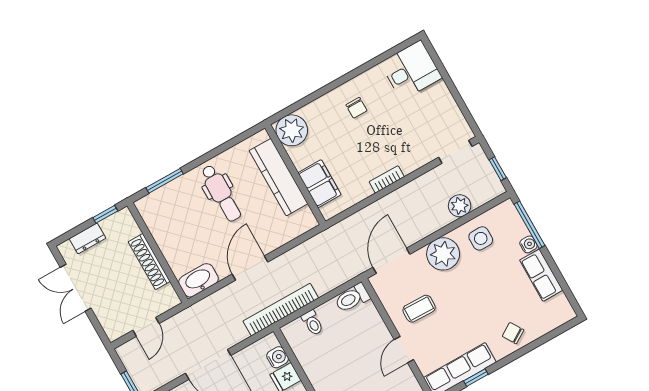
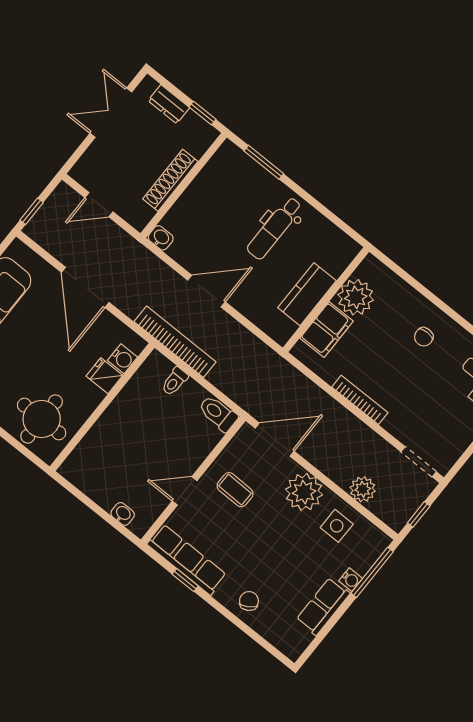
plant: (292, 130) -> (356, 297), moved
kitchen counter: (279, 177) -> (307, 294), width x0.67
bookcase: (387, 179) -> (360, 400), width x1.56
washbasin: (199, 280) -> (161, 238), width x0.52, depth x0.69

